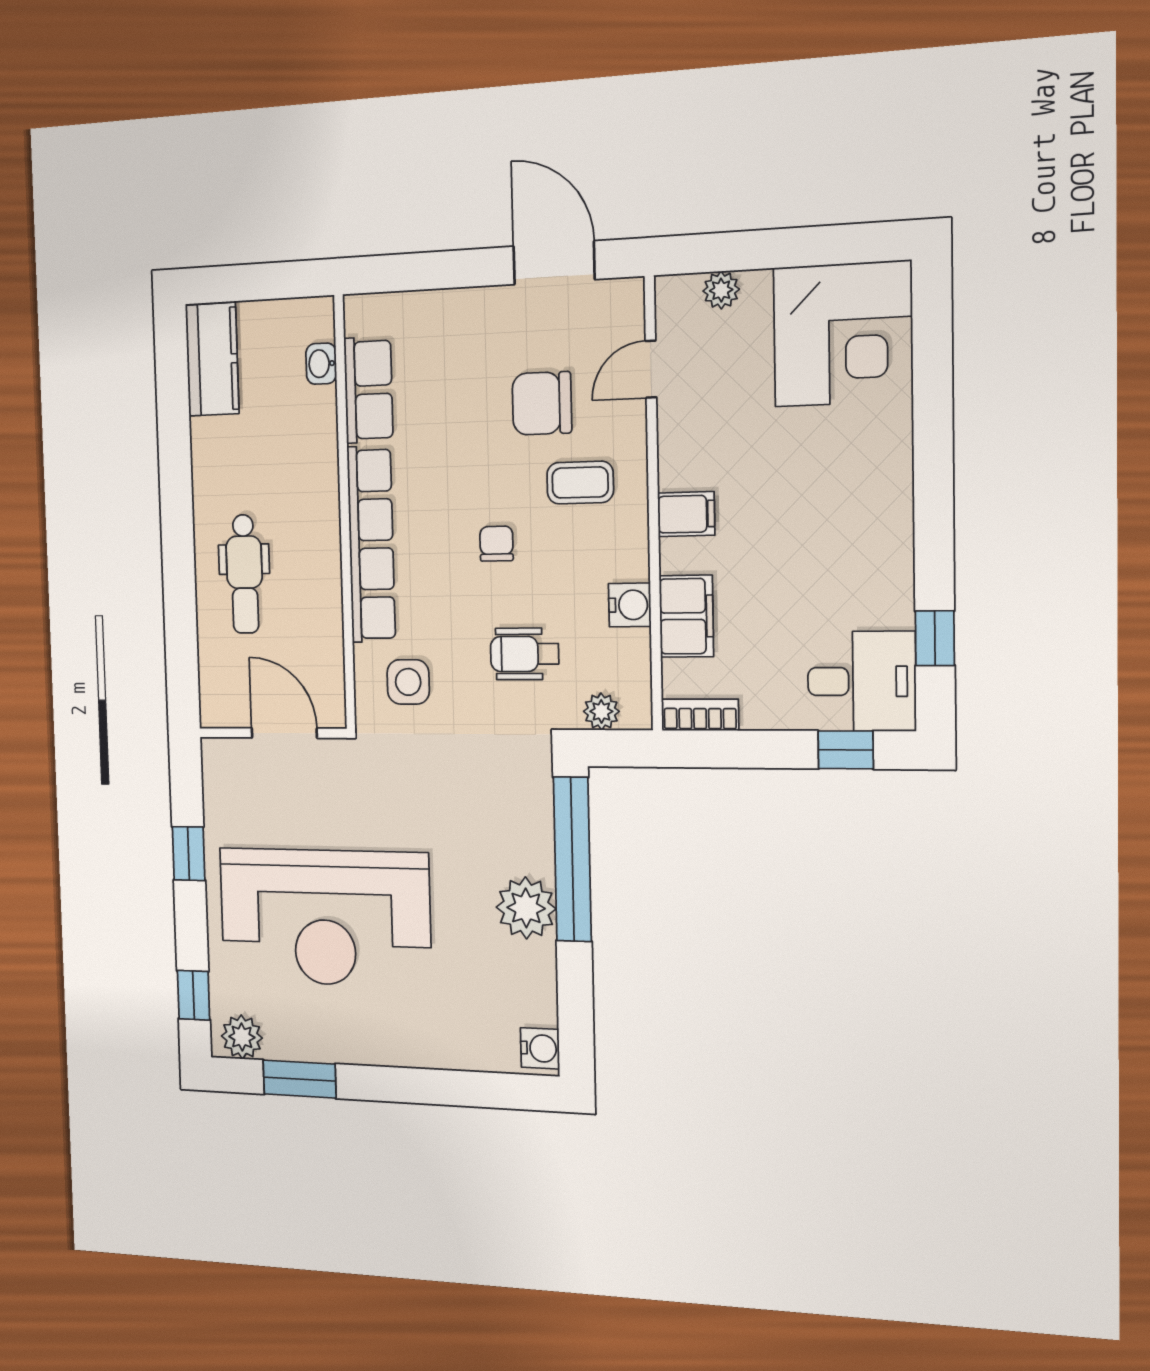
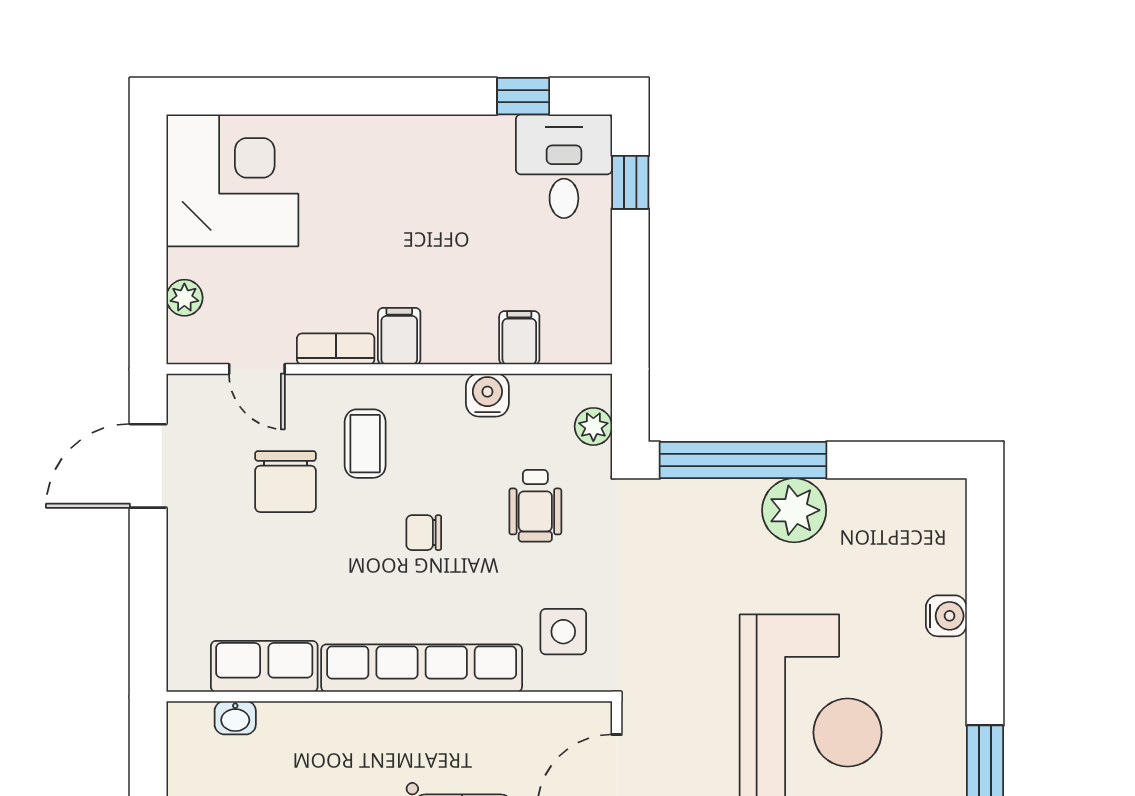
filing cabinet: (686, 616) -> (519, 338), width x0.50
bookcase: (700, 715) -> (336, 349), moved, turned 90
water cooler: (540, 1048) -> (946, 616), moved, turned 90

